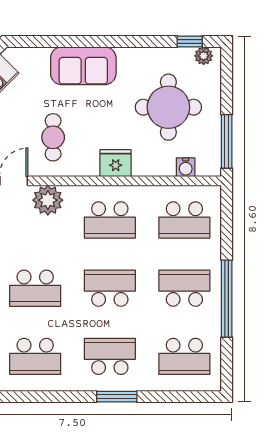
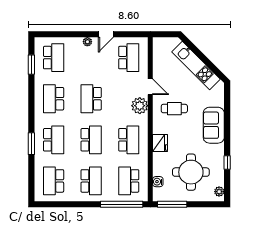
window: (190, 42) -> (227, 162), moved
school desk: (110, 220) -> (129, 140), turned 180
window: (227, 299) -> (122, 204), moved

